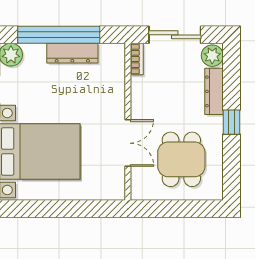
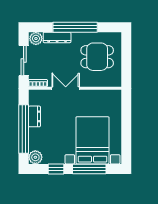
dresser: (72, 53) -> (34, 116), width x0.70
window: (231, 122) -> (75, 27), width x3.17
double door: (128, 143) -> (66, 88), moved

